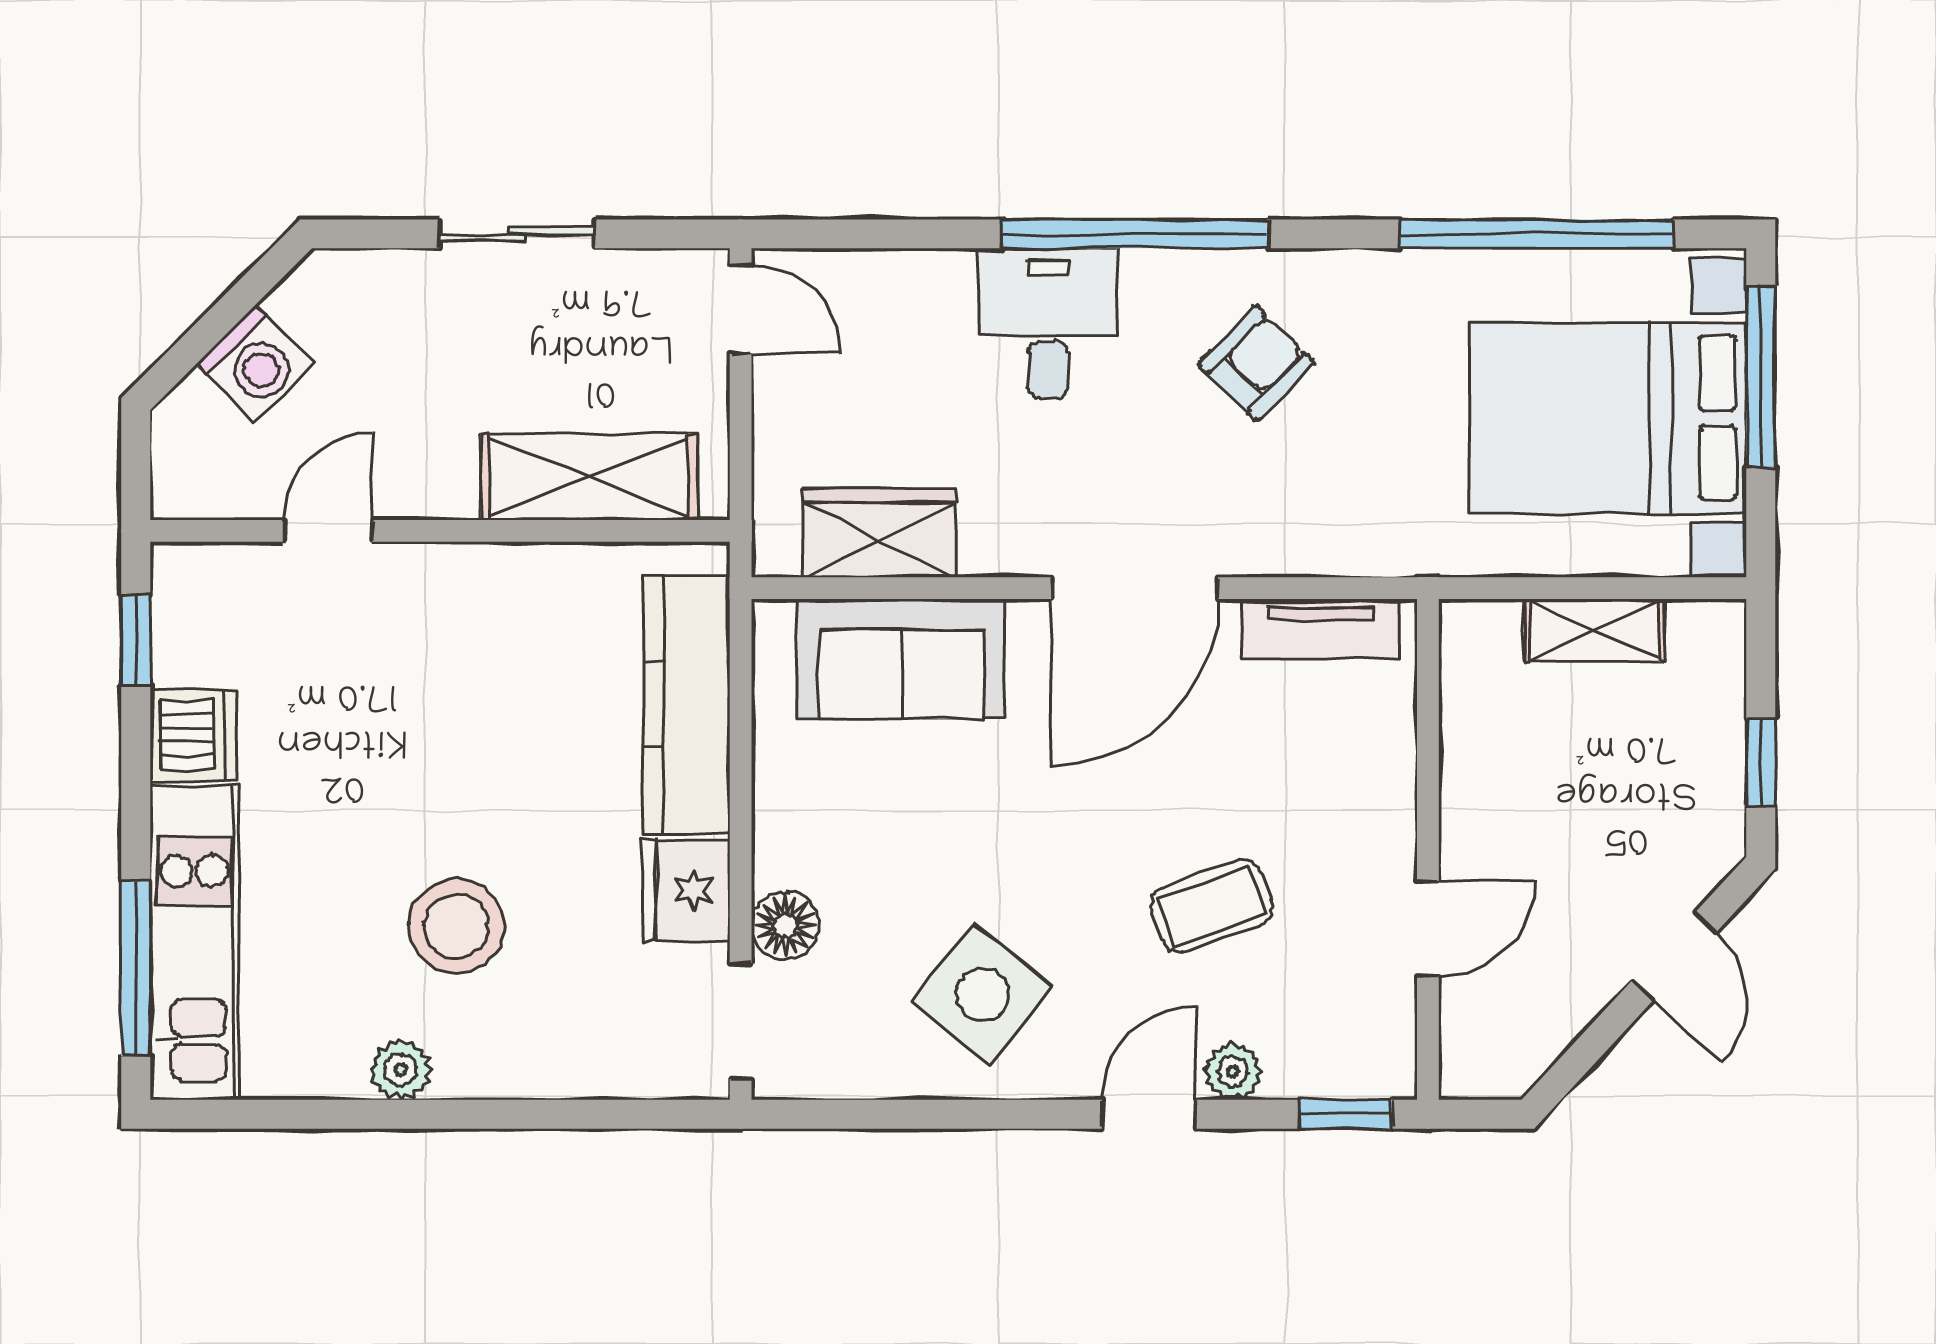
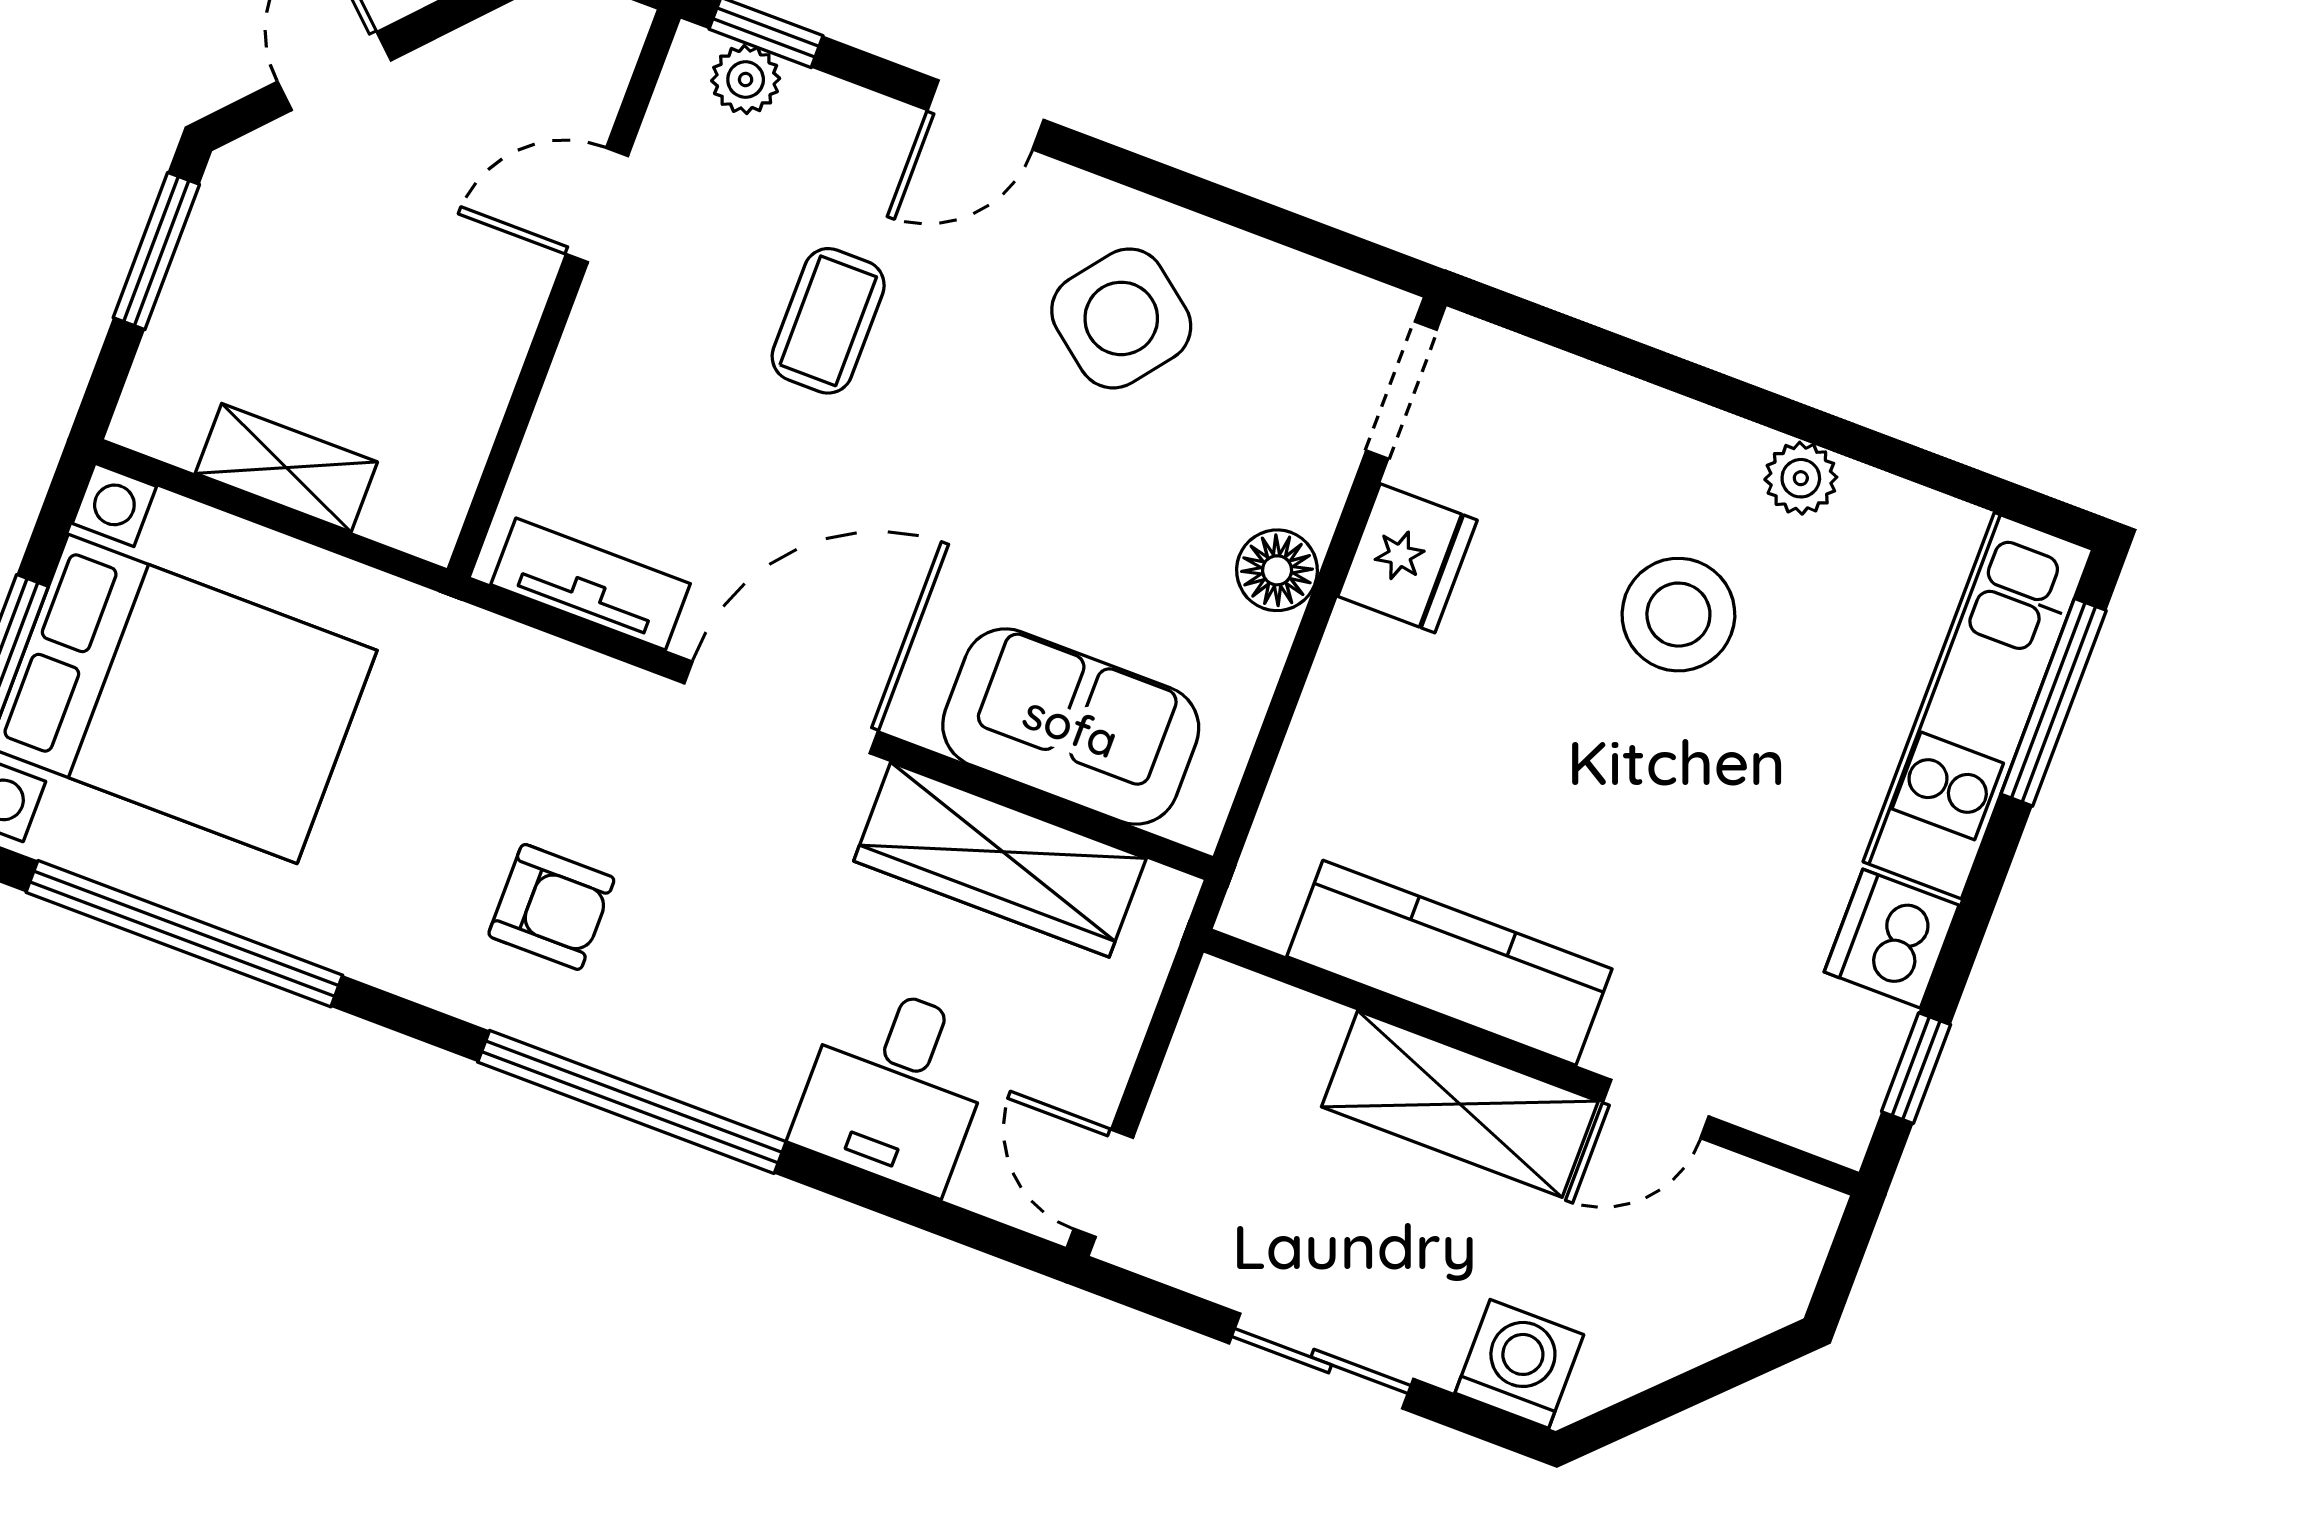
desk: (1048, 323) -> (895, 1087), moved
armchair: (1256, 363) -> (551, 907), turned -134
washing machine: (256, 364) -> (1519, 1364), moved, turned 45
shelving: (589, 477) -> (1460, 1104), moved
wardrobe: (879, 533) -> (1000, 860), width x1.50
kitchen counter: (687, 704) -> (1449, 963), moved, turned -90
window: (1761, 762) -> (156, 251), width x1.50
coffee table: (1212, 906) -> (828, 321), turned -70
floor lamp: (785, 926) -> (1277, 570), moved
plant: (1233, 1071) -> (746, 80), moved

